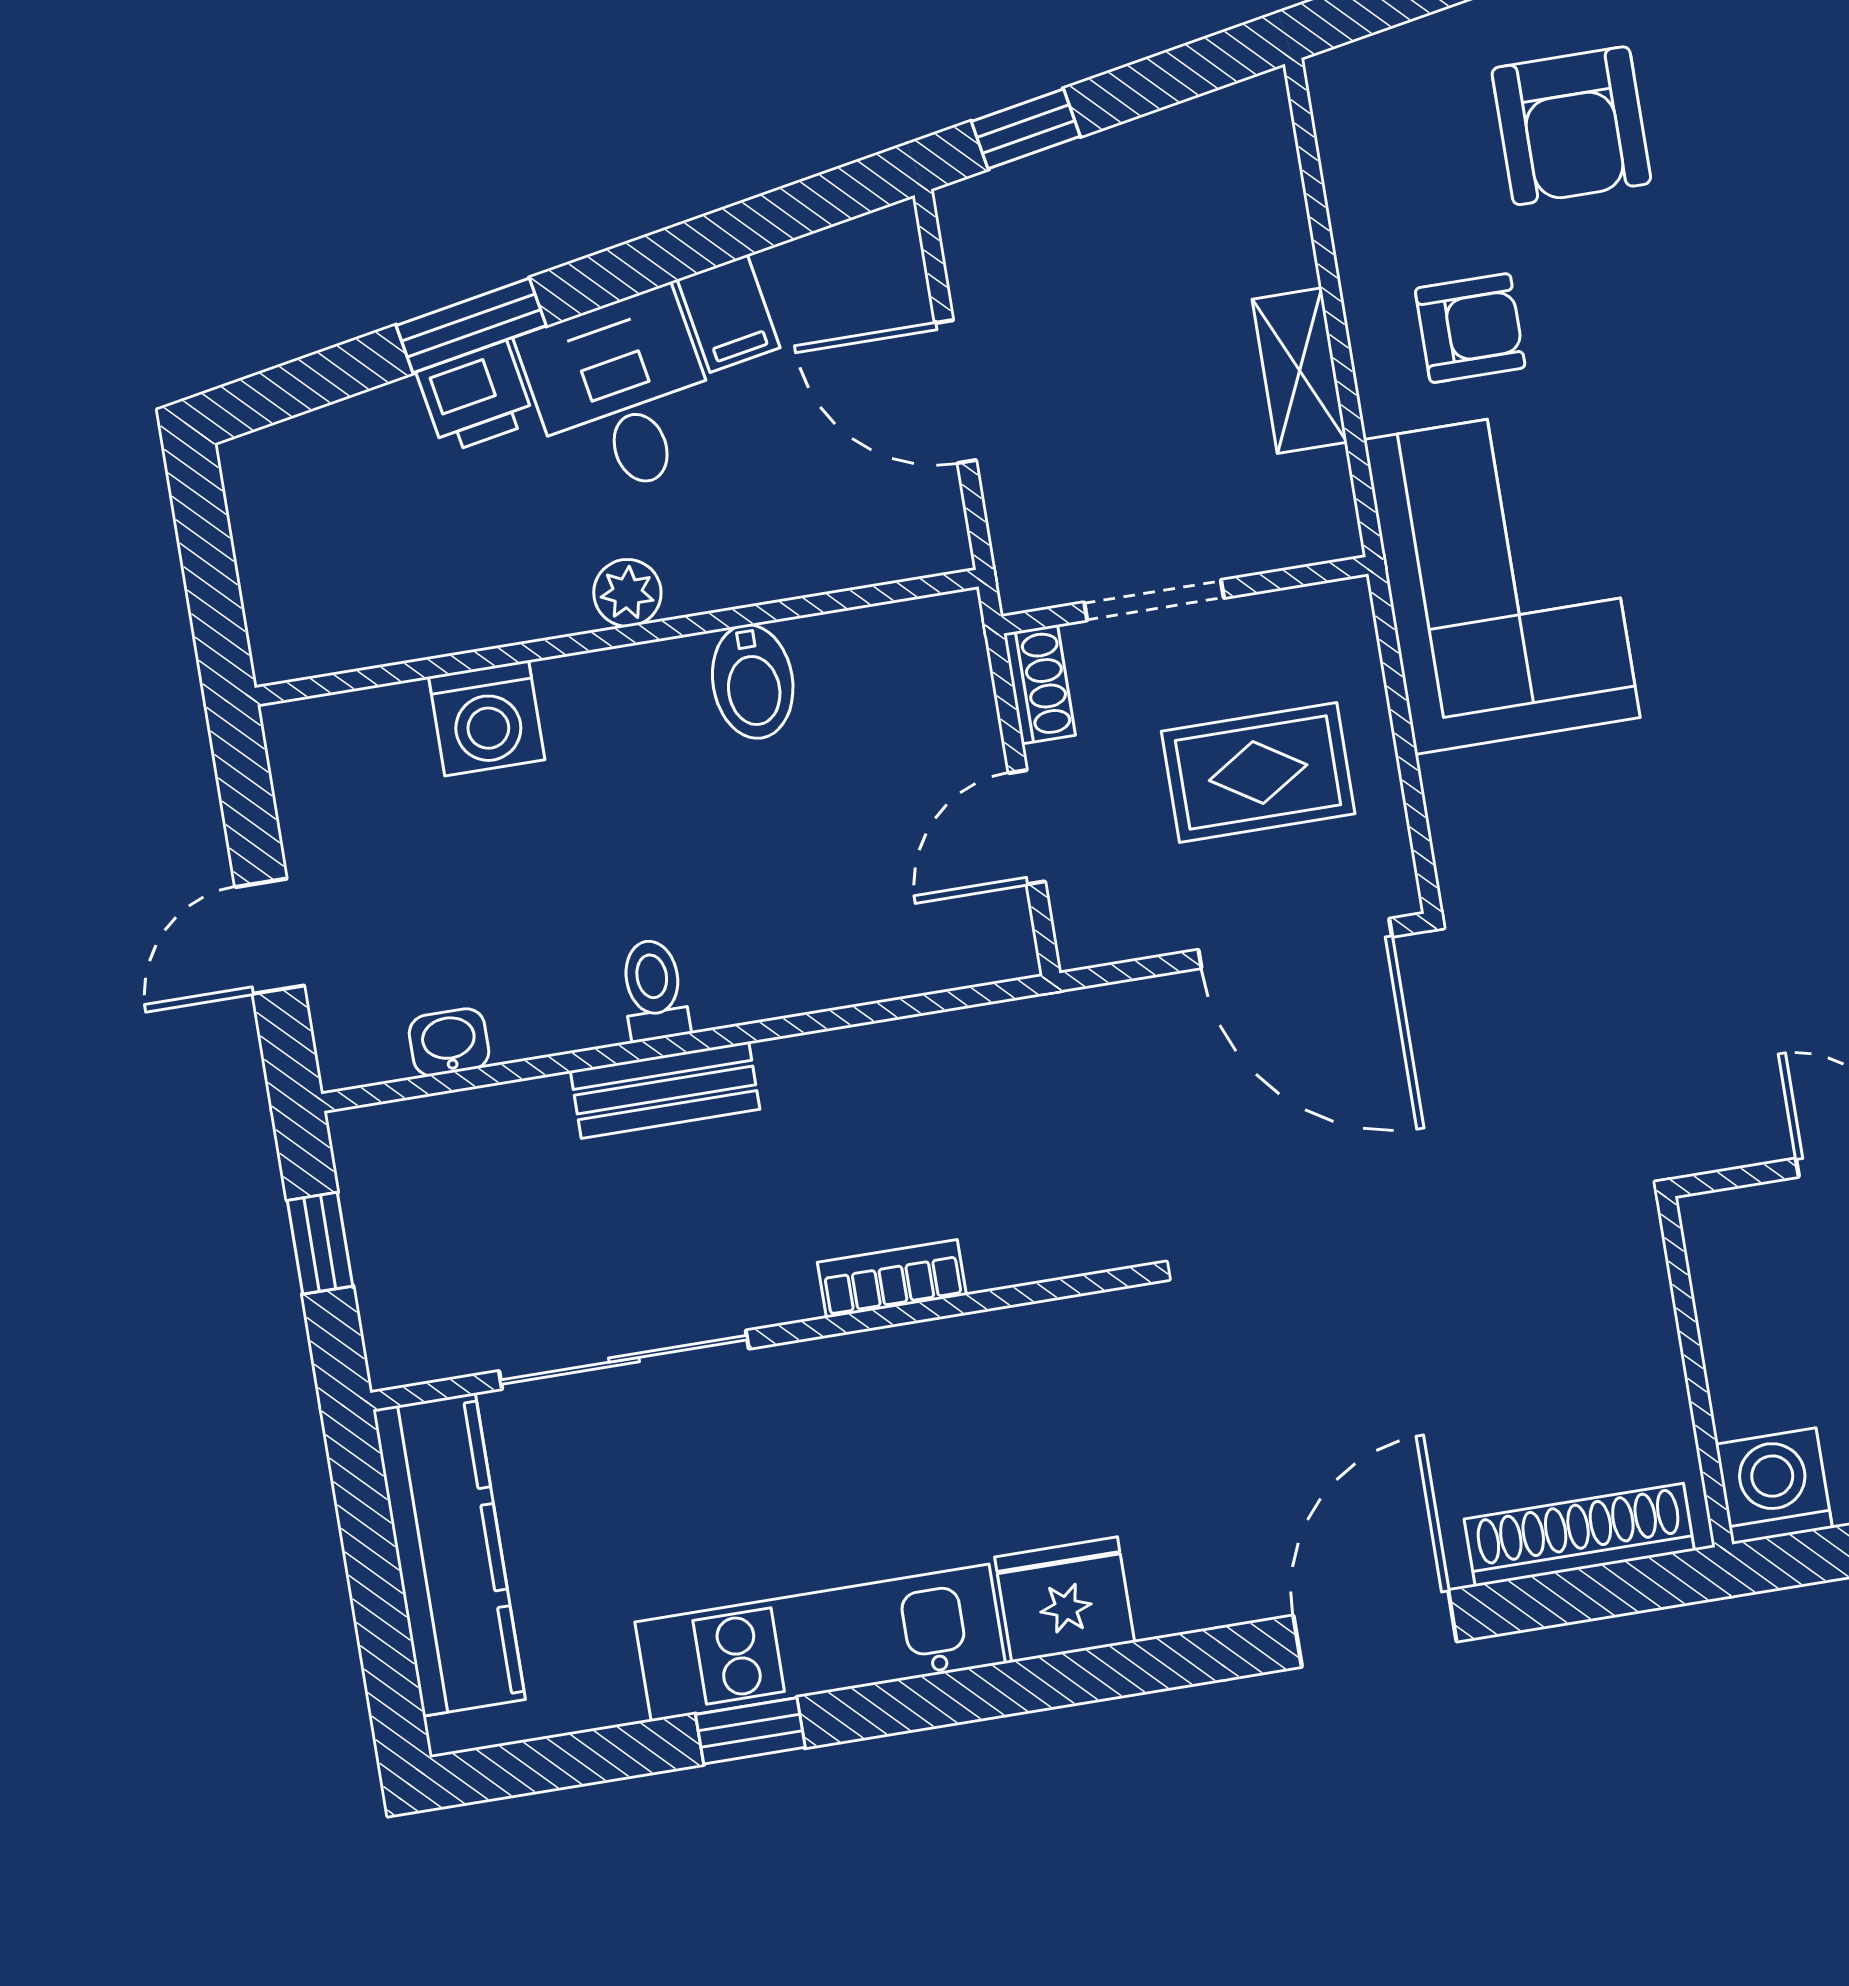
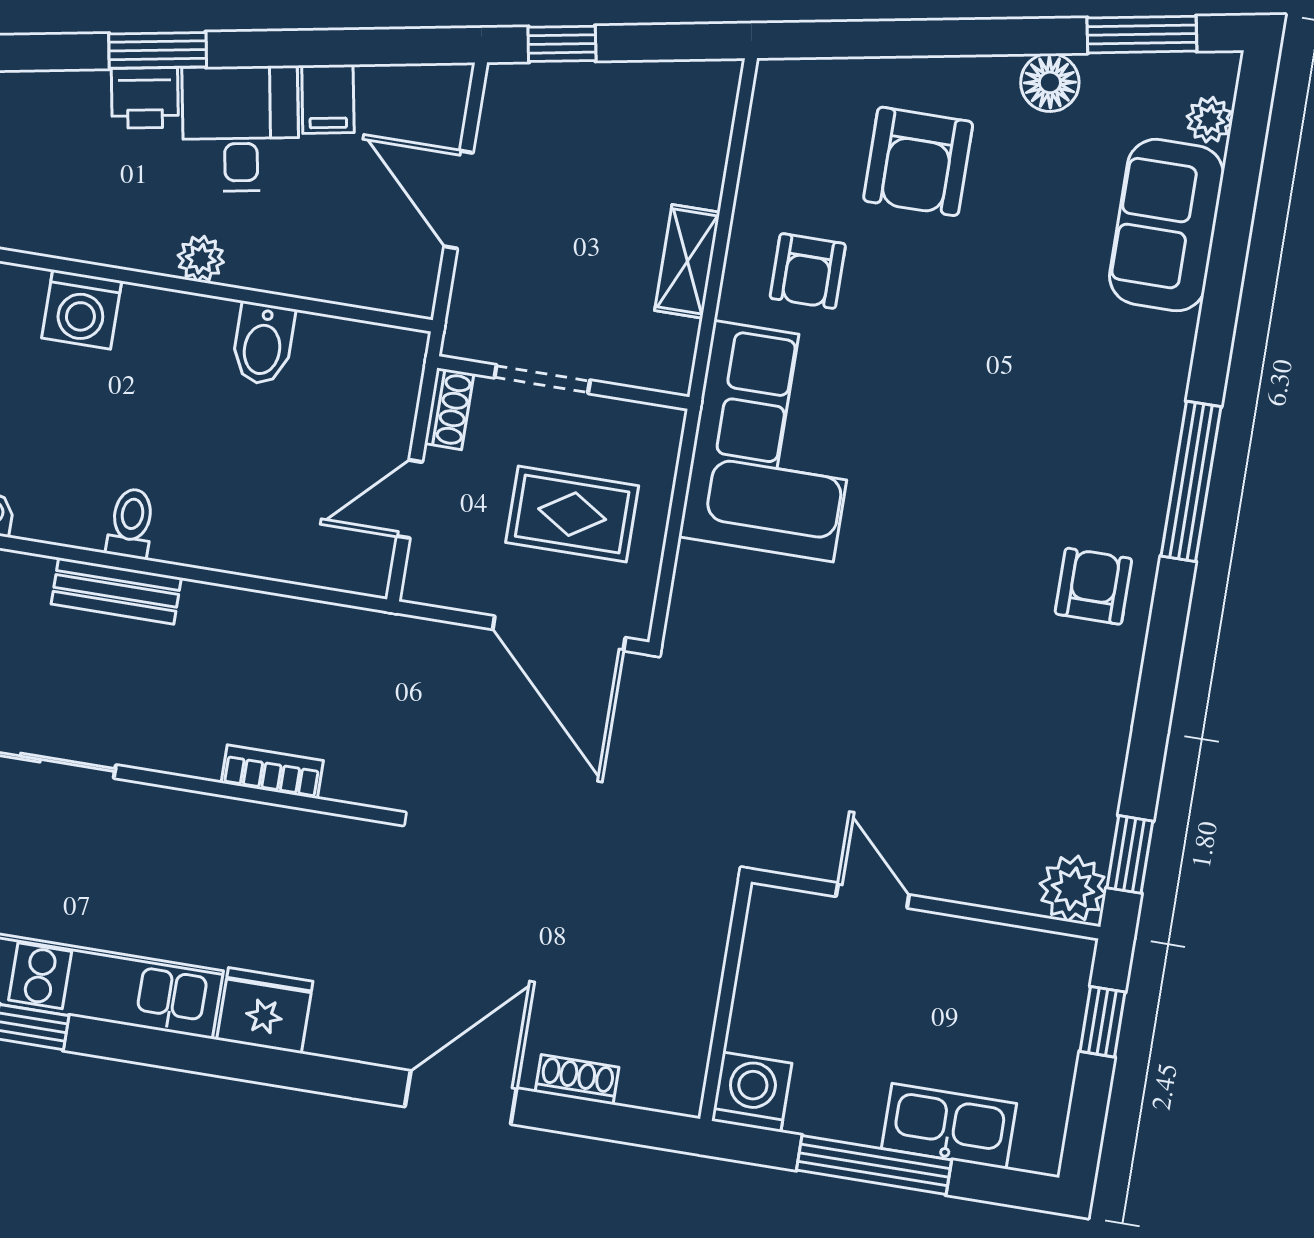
armchair: (1470, 328) -> (808, 271), turned 90
bookcase: (892, 1279) -> (272, 772), moved
shoe rack: (1579, 1535) -> (577, 1080), width x0.51, depth x0.81

